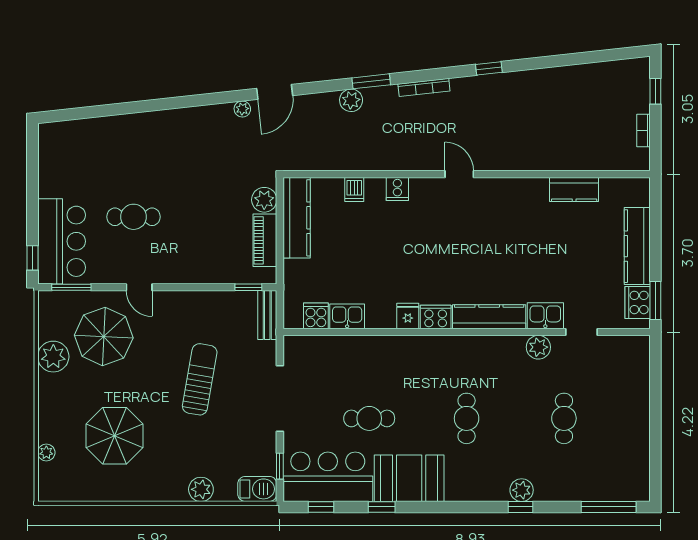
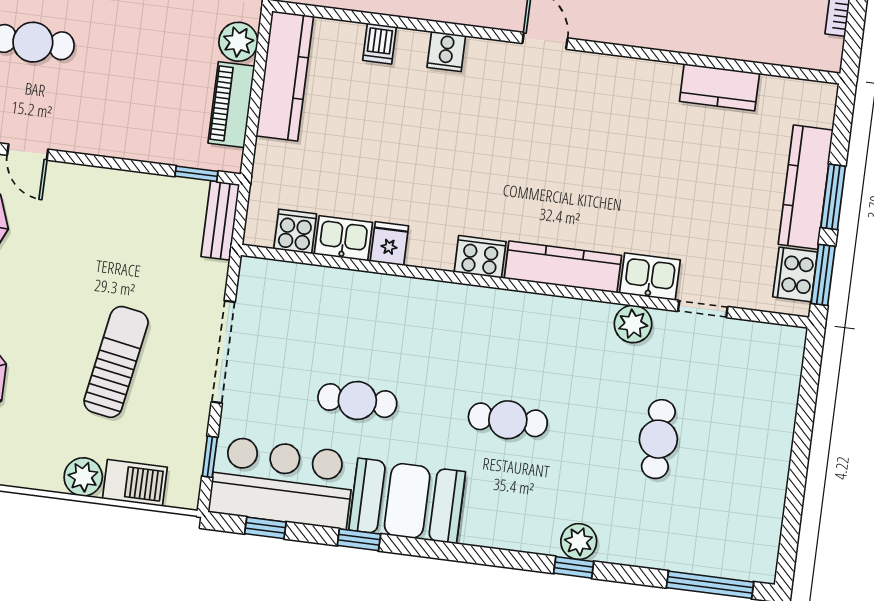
window: (655, 250) -> (833, 197), added
fridge: (408, 316) -> (389, 244), moved
sun lounger: (200, 379) -> (116, 362), moved
cafe table: (467, 418) -> (508, 420), turned 90
barbecue: (257, 489) -> (135, 483), moved

